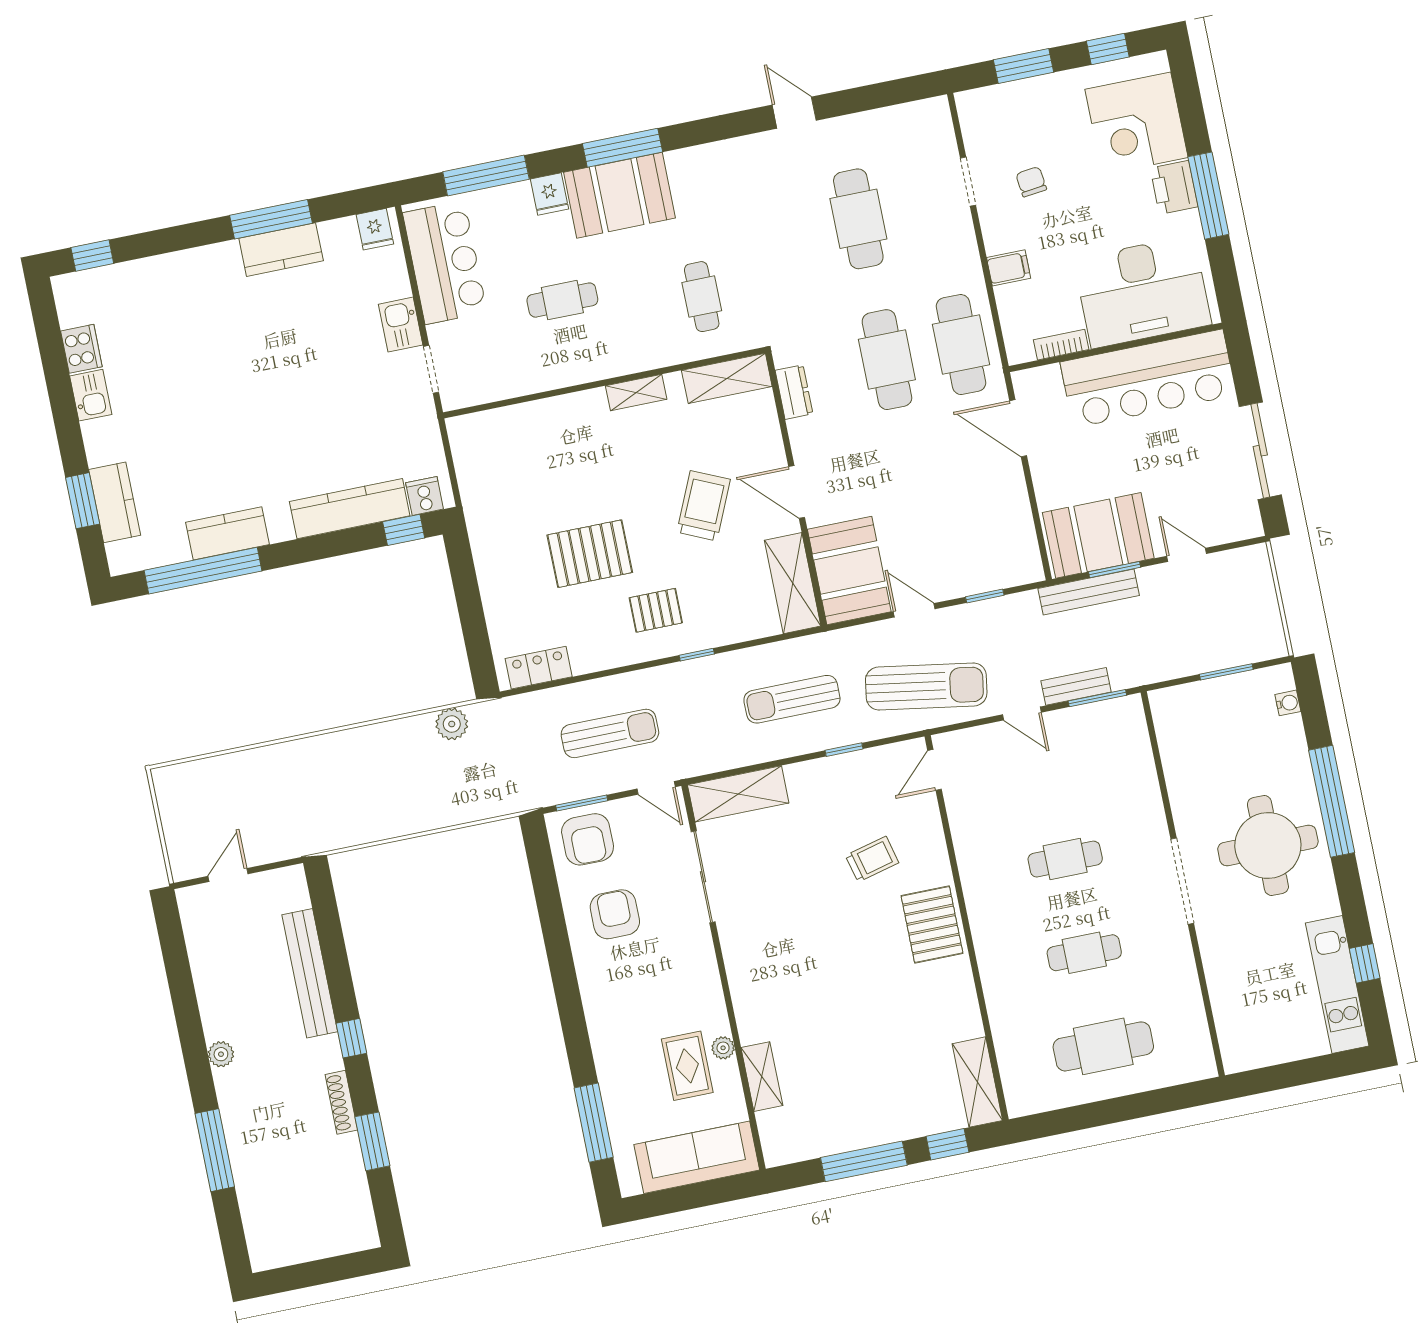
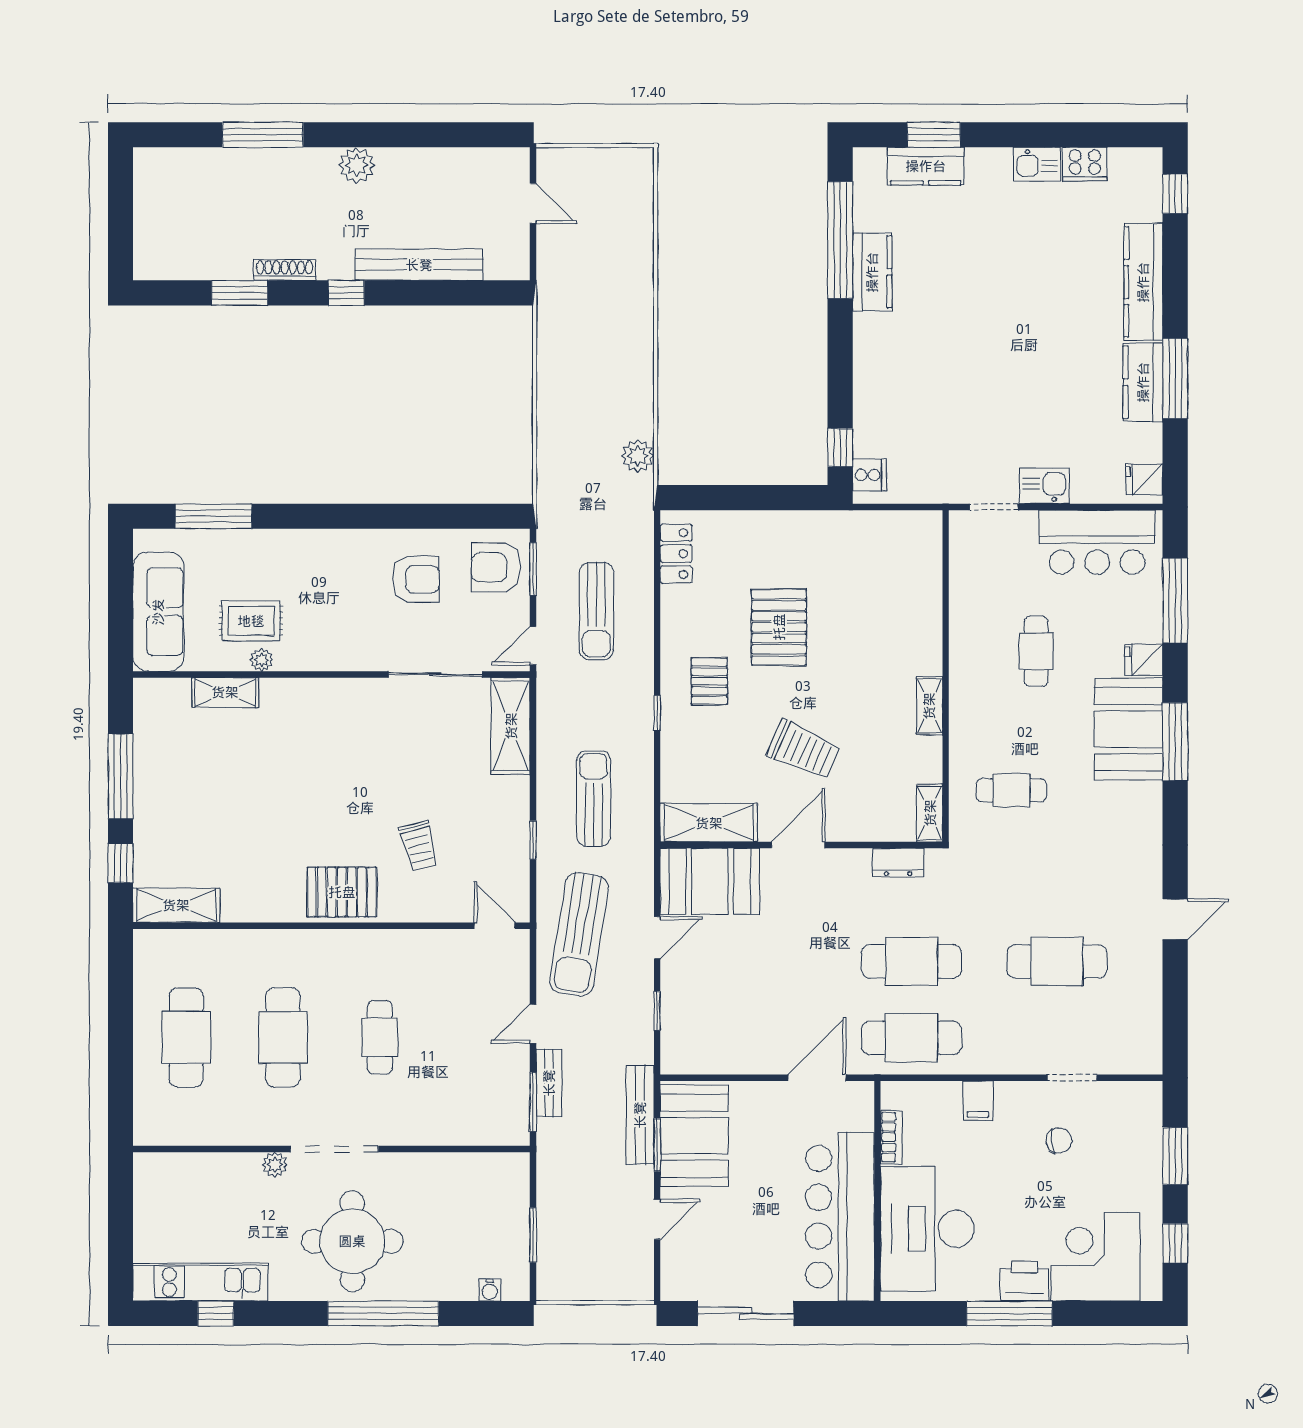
shelving: (727, 378) -> (930, 813), width x0.67, depth x0.75
kitchen counter: (350, 509) -> (1143, 282), moved, turned 180
plant: (1209, 936) -> (275, 1165), added
cafe table: (1084, 953) -> (283, 1037), width x1.37, depth x1.35
plant: (221, 1054) -> (357, 165), width x1.38, depth x1.38

